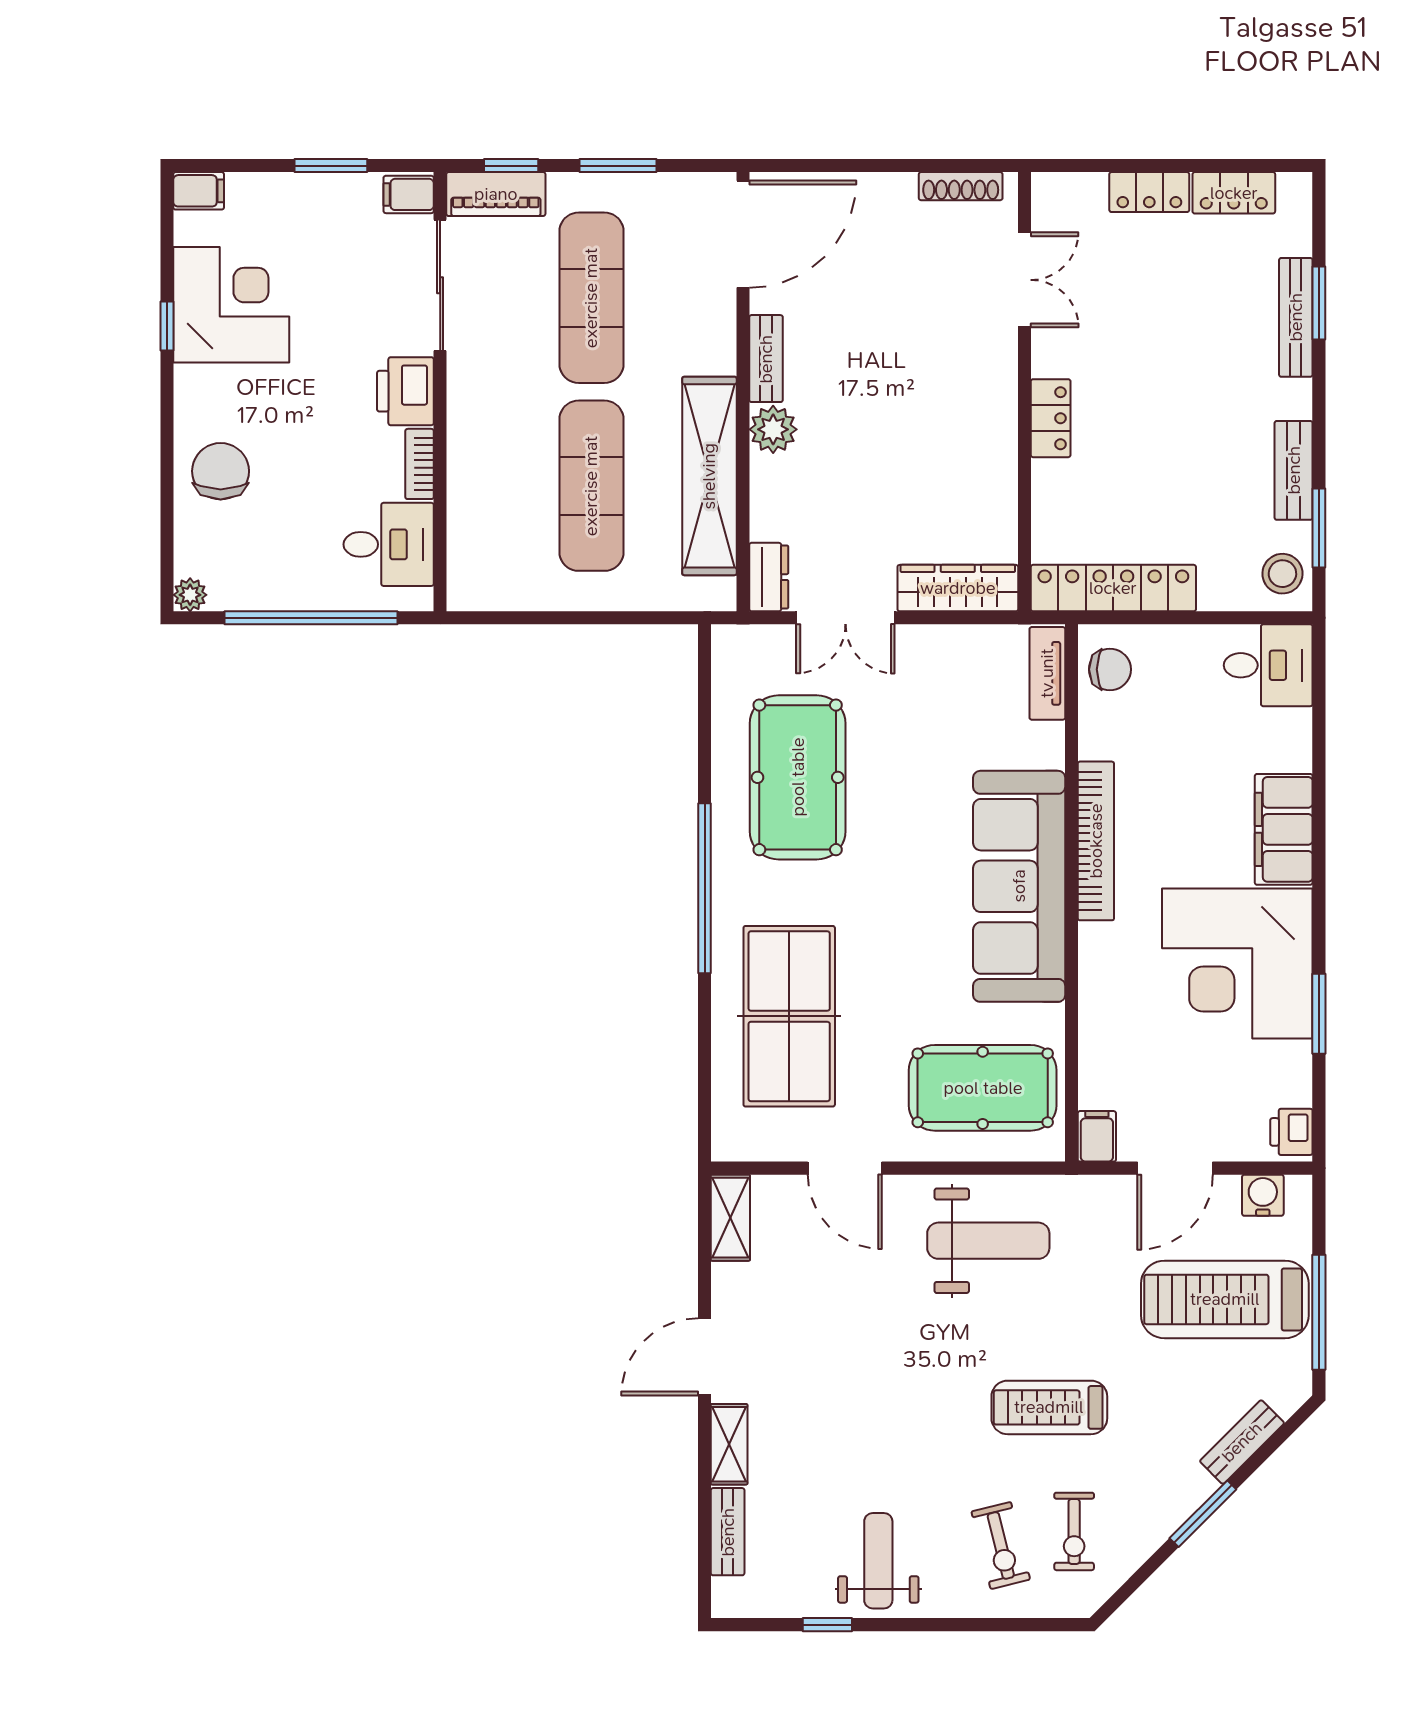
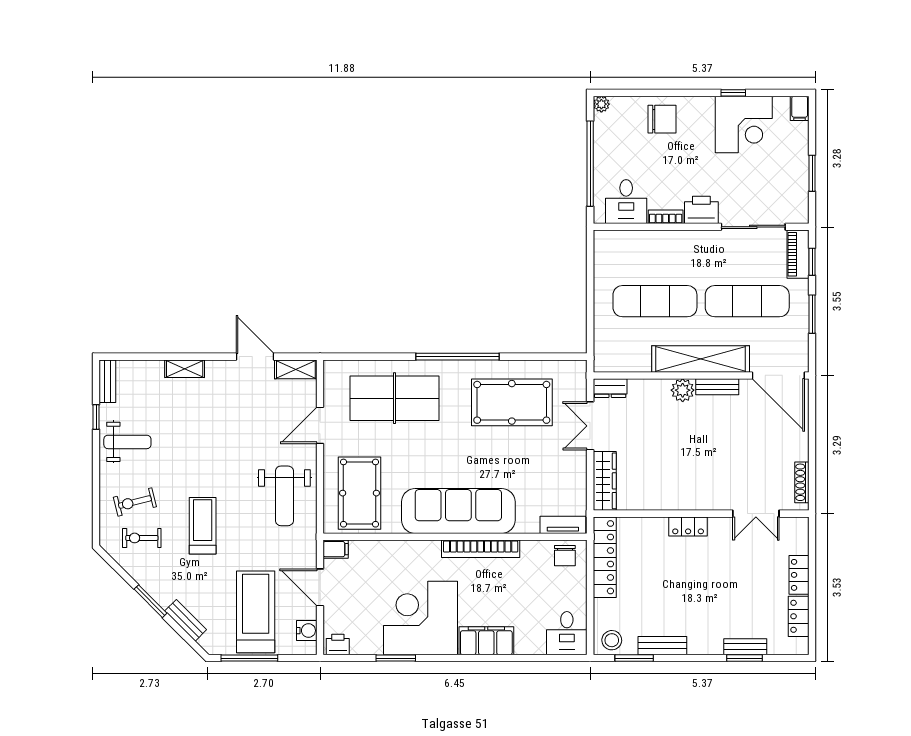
filing cabinet: (409, 194) -> (798, 211), removed
bench: (1296, 317) -> (745, 647), width x0.73
shelving: (709, 476) -> (701, 359), moved
door: (705, 1357) -> (255, 357), moved
bench: (728, 1532) -> (107, 381), moved, turned 90

